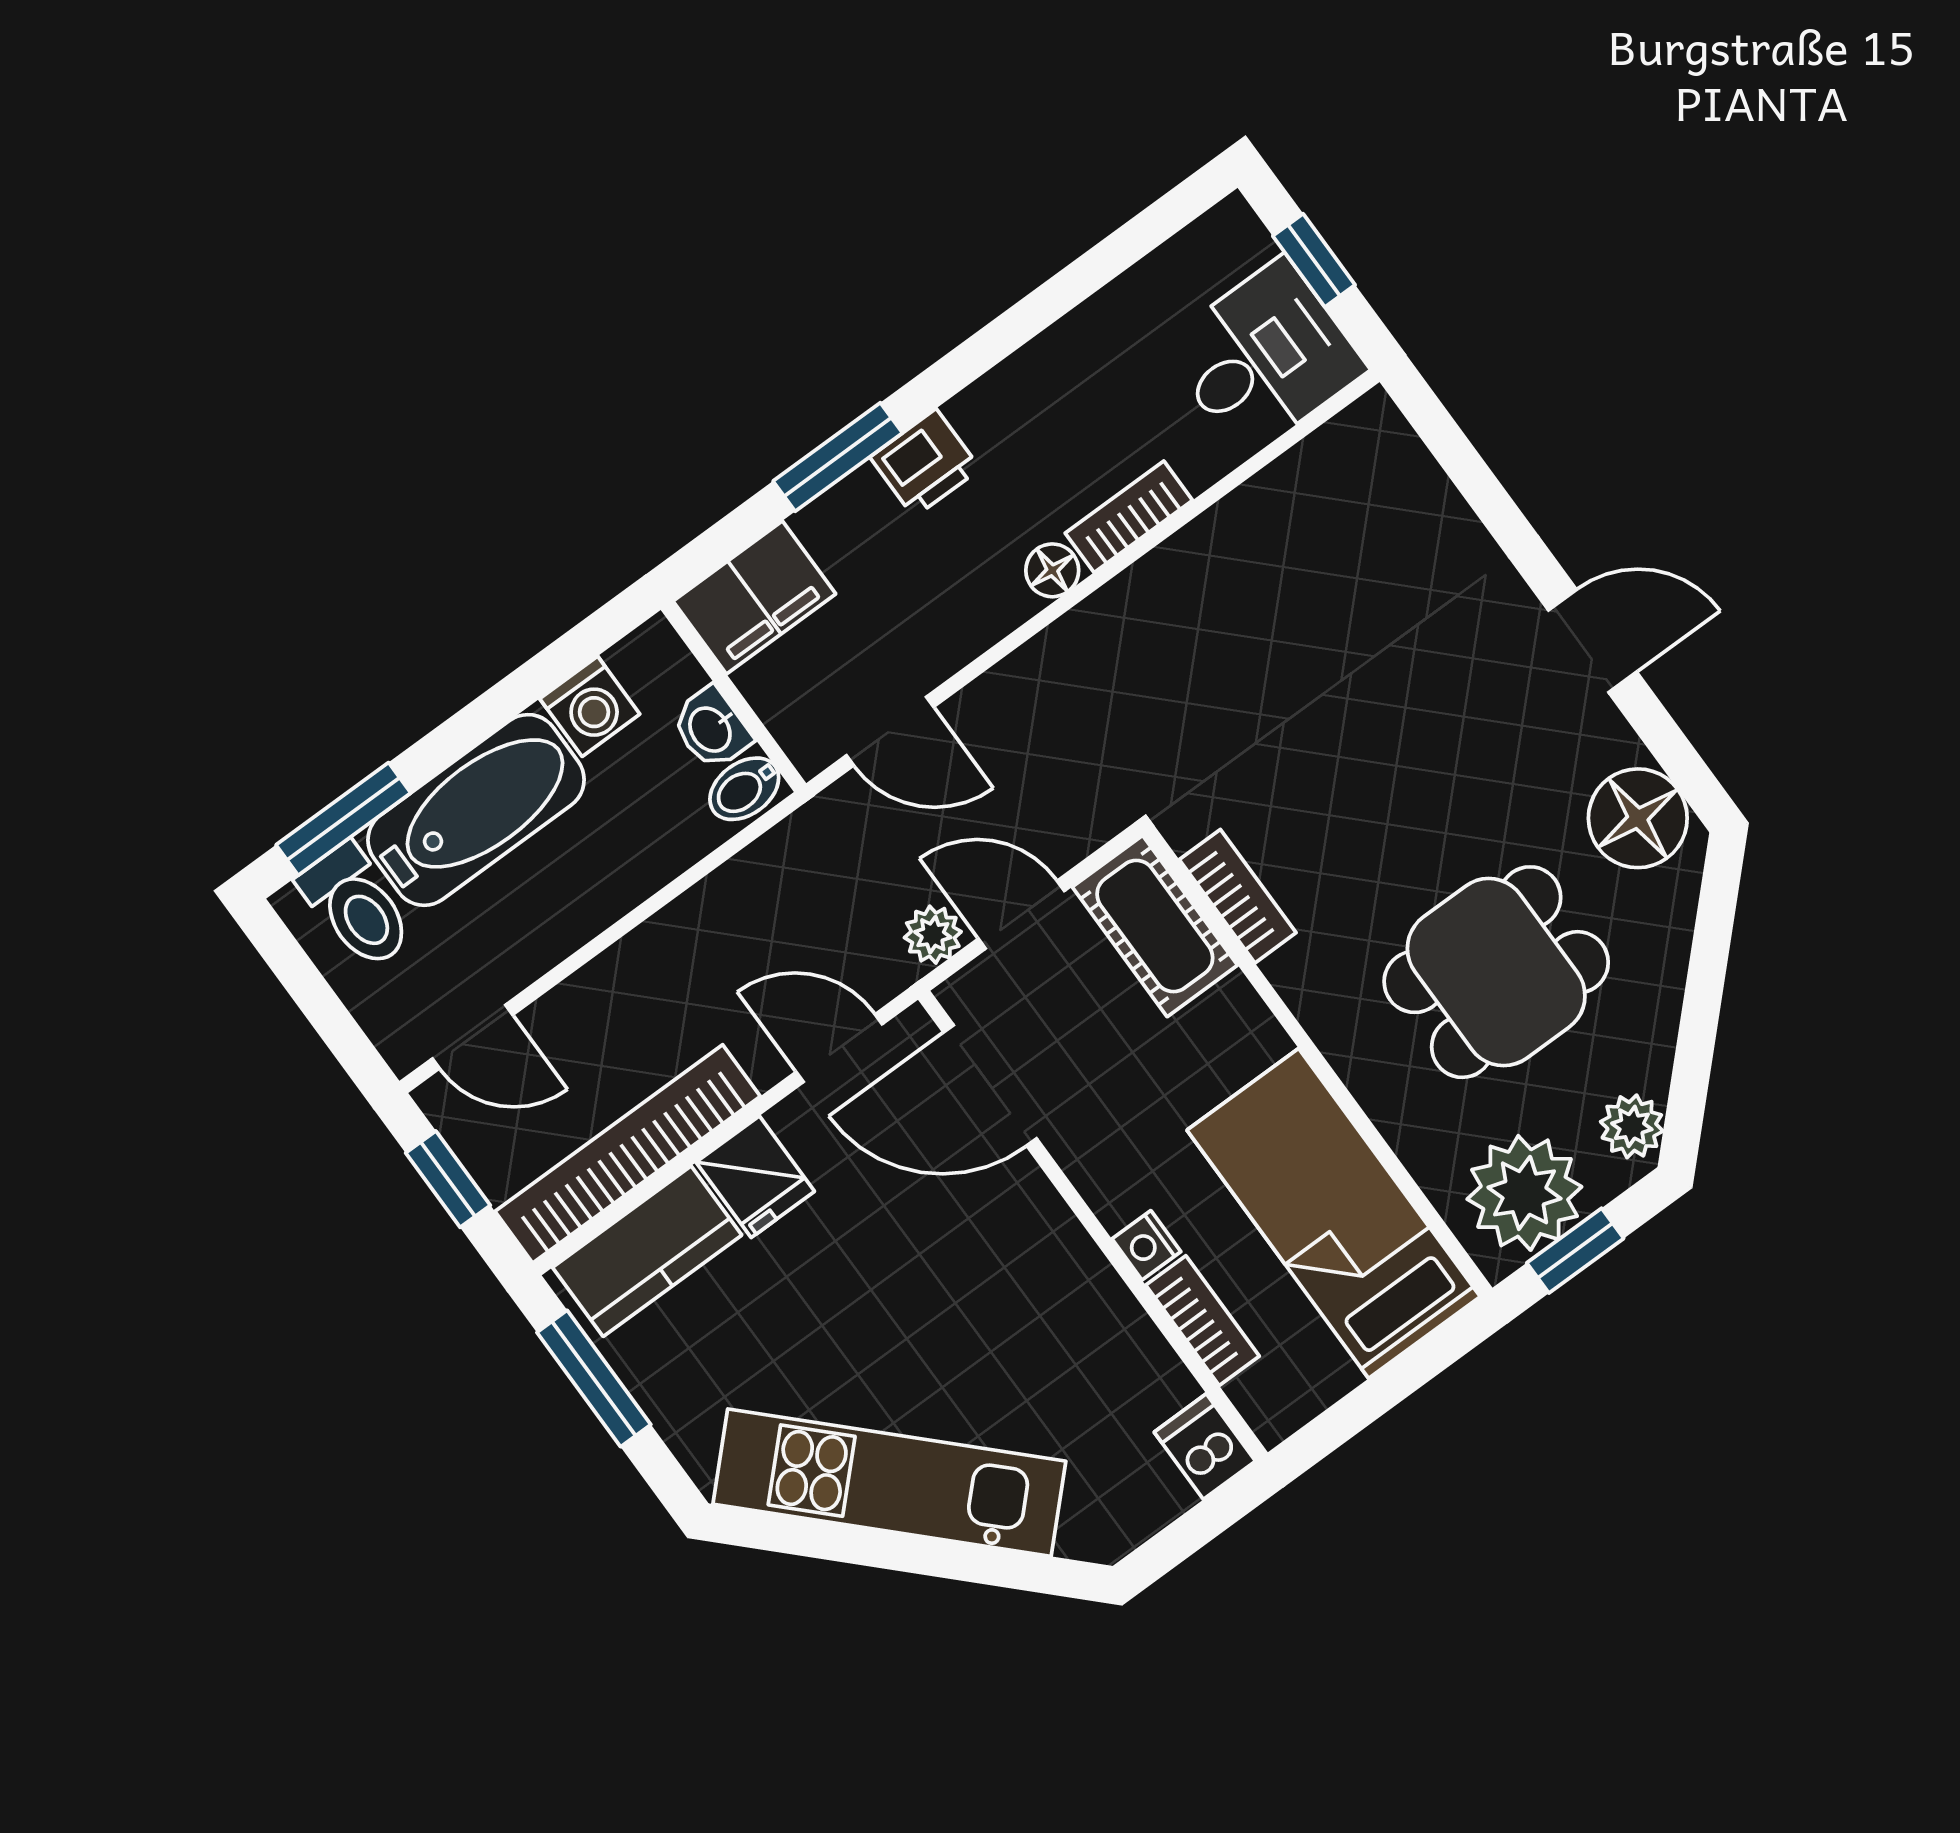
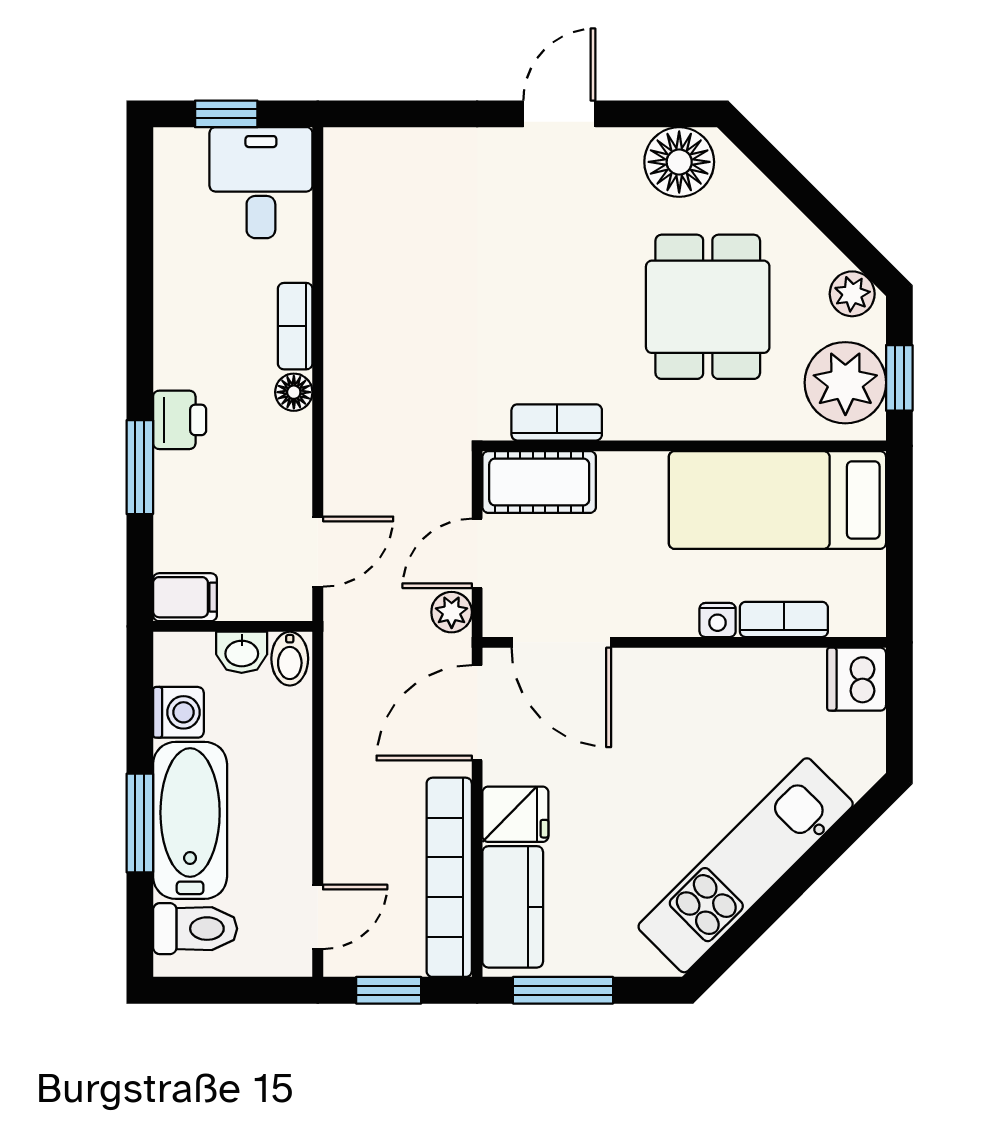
filing cabinet: (754, 597) -> (185, 597), width x0.50
window: (343, 819) -> (140, 823), moved
door: (839, 1048) -> (477, 713), width x1.38
door: (990, 1085) -> (561, 642), hinge flipped
dishwasher: (1205, 1447) -> (857, 679), width x1.38

